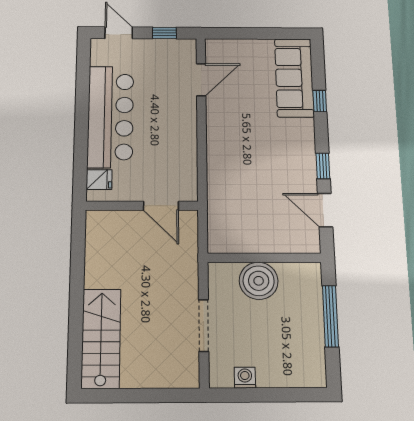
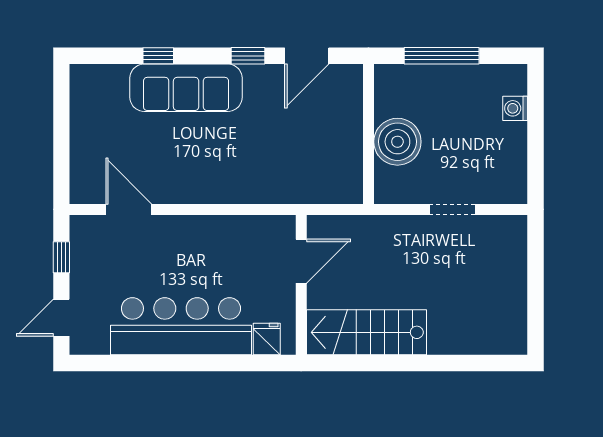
sofa: (294, 78) -> (186, 88), moved
doorway: (204, 325) -> (452, 209), width x0.73
stairs: (101, 338) -> (366, 332), moved
washing machine: (245, 378) -> (515, 108), moved

